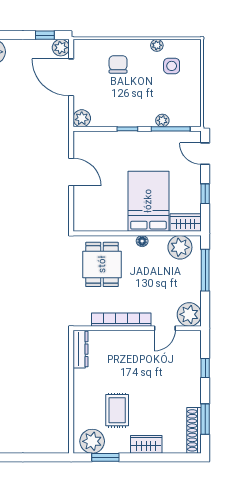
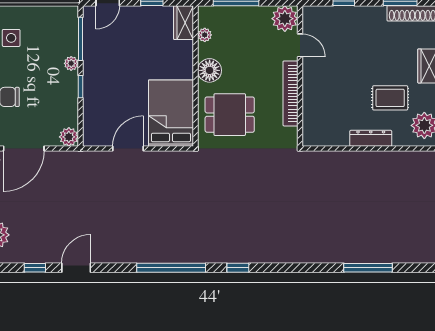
plant: (162, 120) -> (71, 63), moved
bed: (148, 201) -> (171, 113), moved, turned 90
floor lamp: (142, 241) -> (210, 70), width x1.89, depth x1.89
plant: (180, 247) -> (205, 35), width x0.53, depth x0.53
dresser: (80, 349) -> (371, 138), moved

